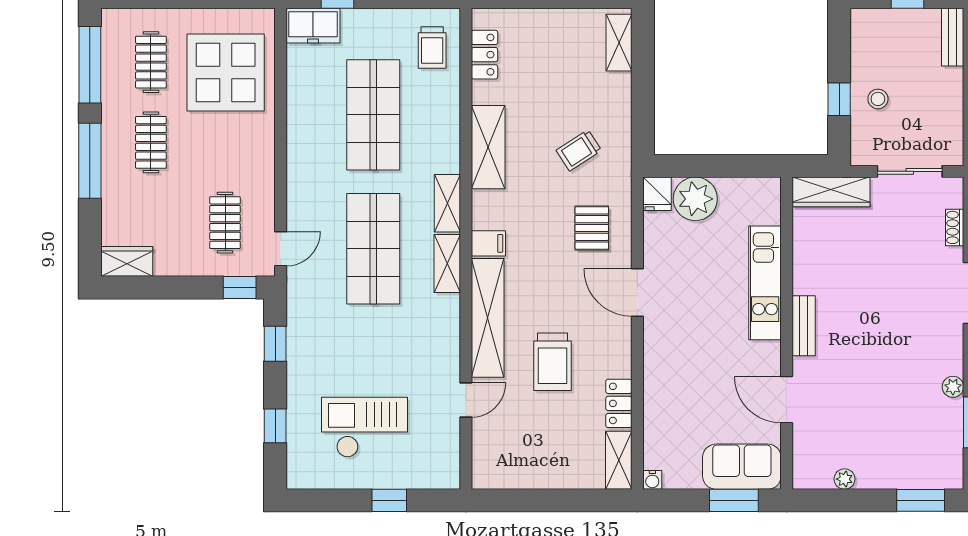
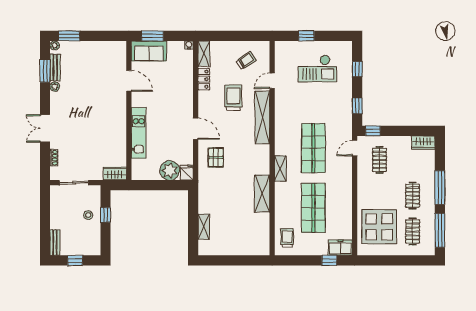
shelving: (619, 43) -> (204, 227), moved
locker: (484, 55) -> (264, 235), removed
trolley: (579, 150) -> (246, 61), moved
wardrobe: (831, 192) -> (115, 174), width x0.67
filing cabinet: (488, 243) -> (262, 151), removed
shelving: (447, 263) -> (280, 142), removed
bench: (804, 326) -> (55, 67), moved
plant: (845, 479) -> (55, 45), moved

